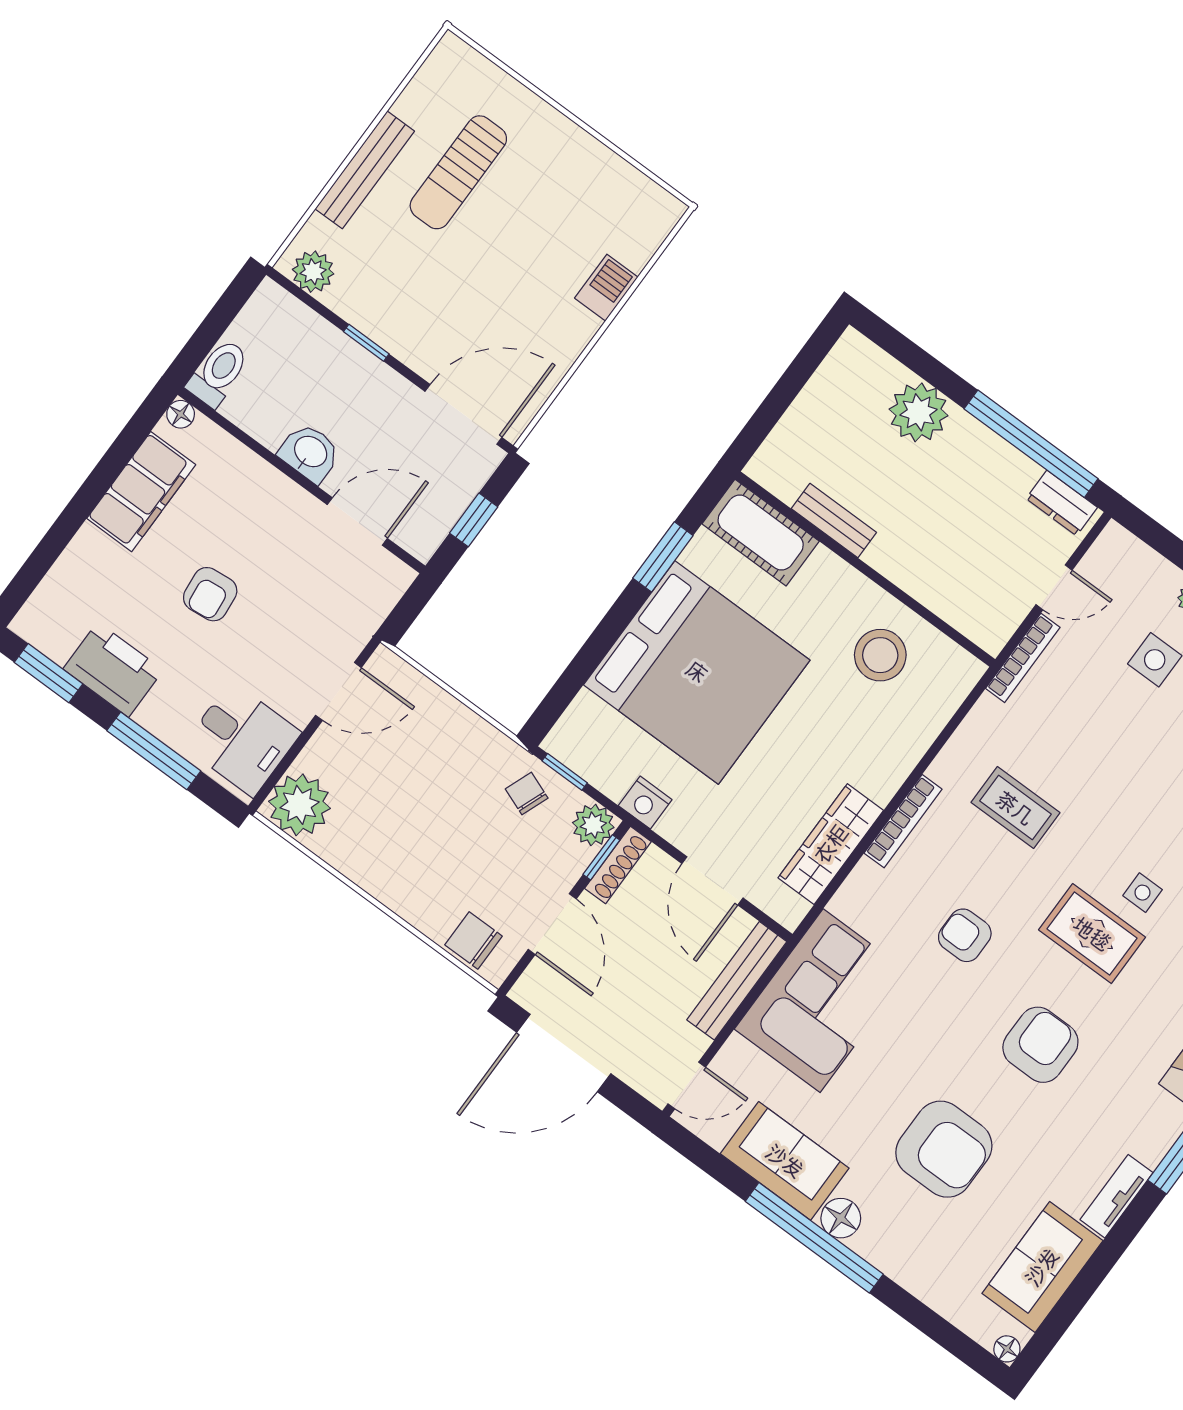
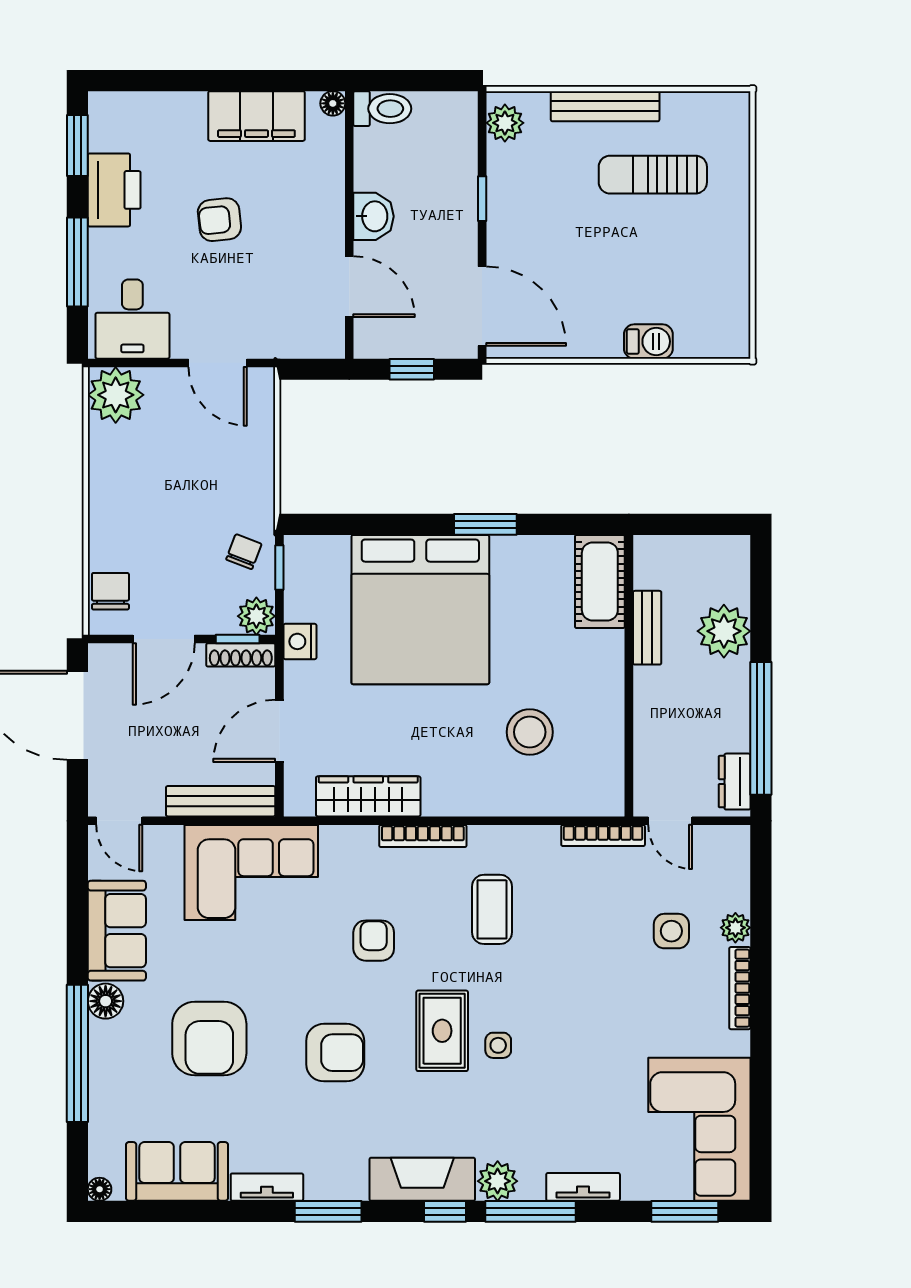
bench: (834, 521) -> (647, 628), moved
cot: (761, 533) -> (600, 581), moved
wall: (865, 569) -> (629, 676), moved
window: (814, 1238) -> (77, 1053), moved

